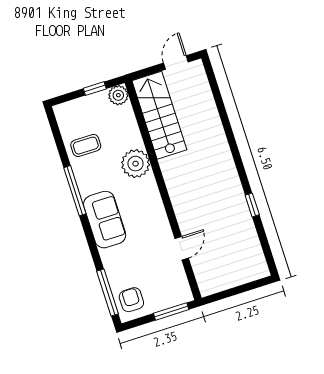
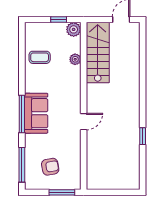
plant: (136, 164) -> (75, 59), moved, width x0.53, depth x0.53
window: (75, 191) -> (22, 114), moved
door: (182, 248) -> (84, 122), moved
armchair: (131, 300) -> (50, 167), moved, turned 80

